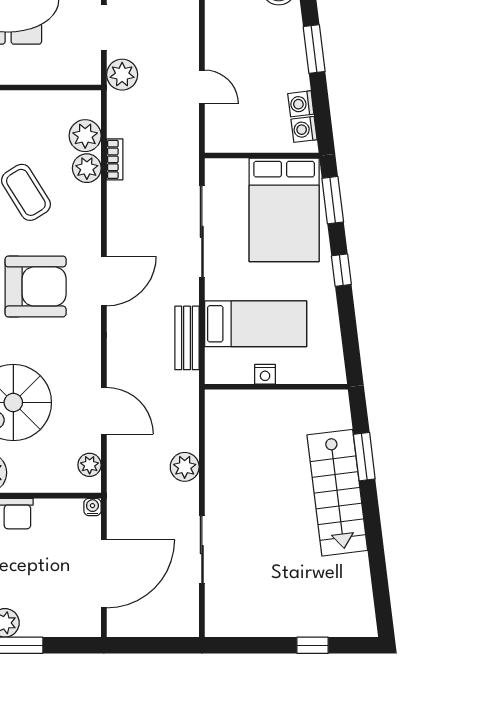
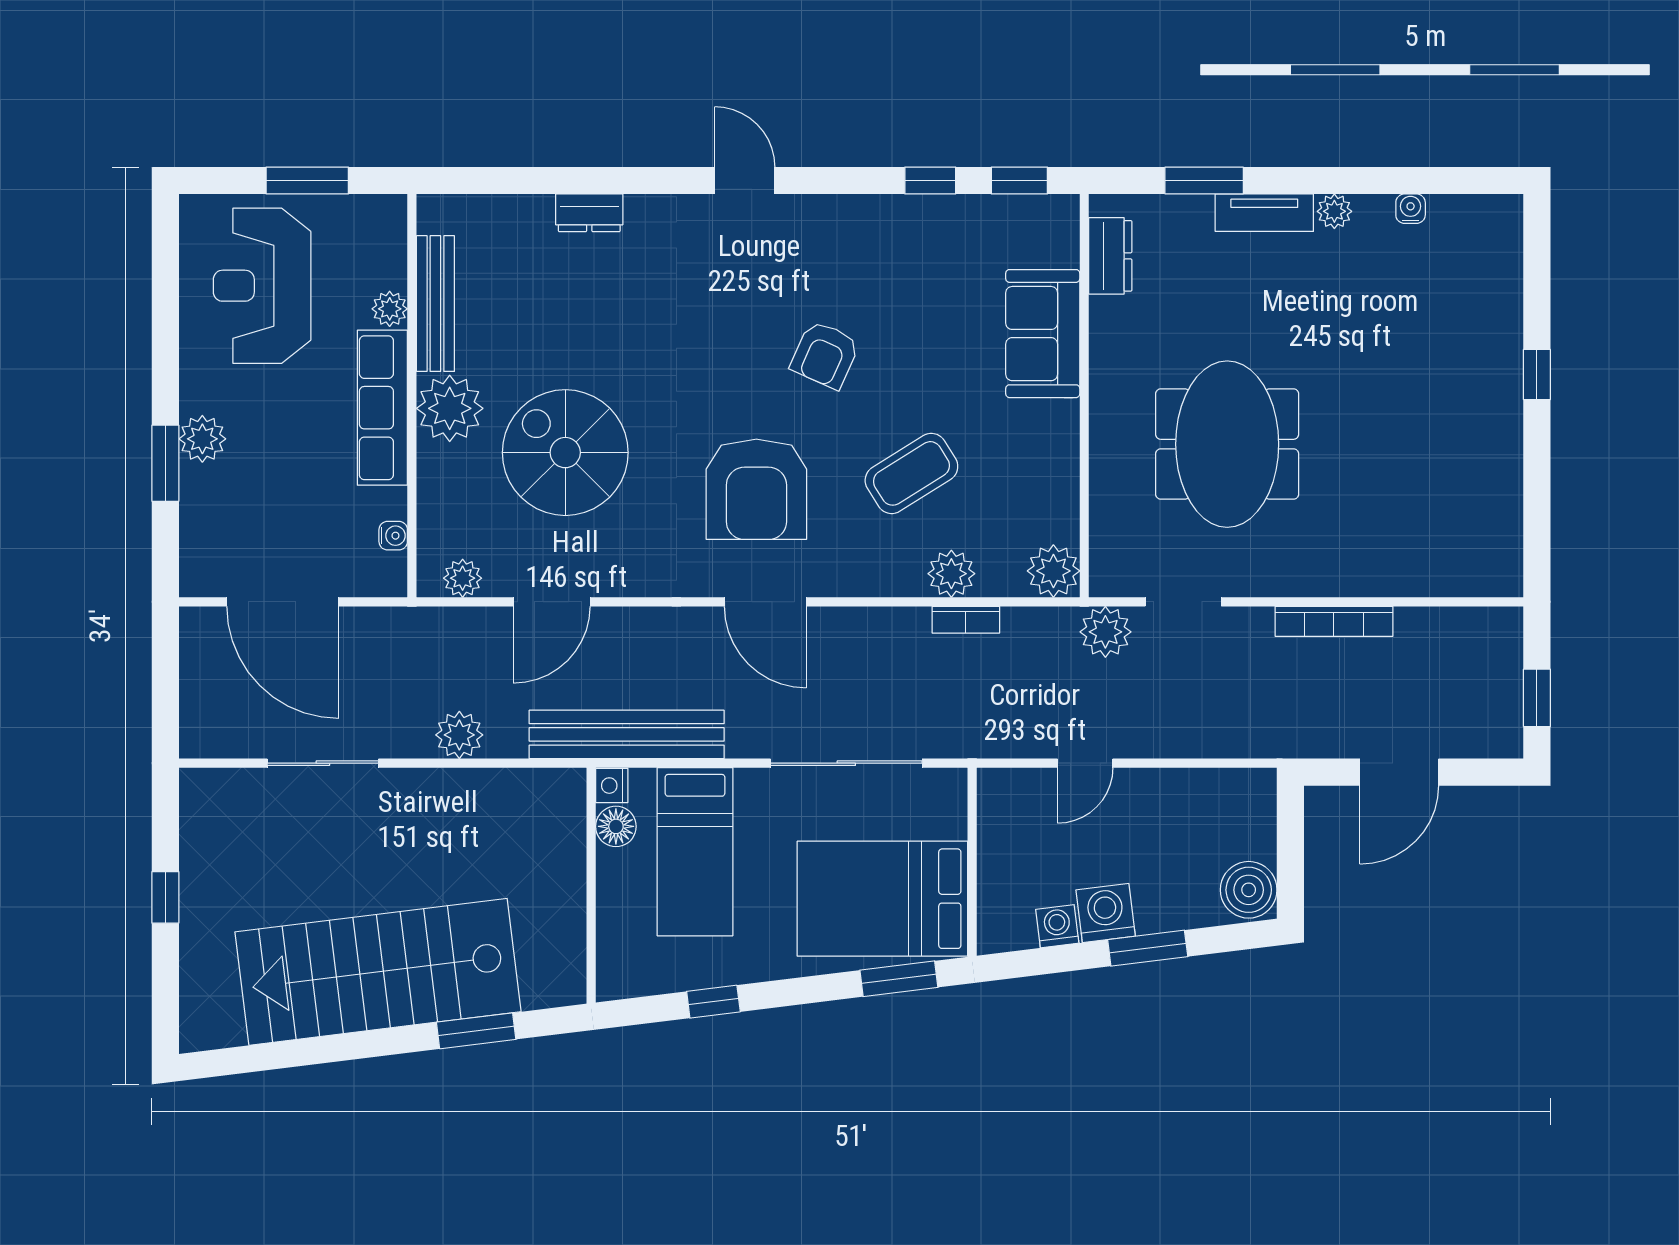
washing machine: (304, 129) -> (1106, 913), moved, width x1.38, depth x1.38
plant: (85, 136) -> (1053, 571), moved
window: (341, 270) -> (713, 1002), moved
bench: (187, 338) -> (627, 734), width x1.86, depth x1.21
floor lamp: (240, 372) -> (616, 826), added
nightstand: (265, 374) -> (612, 786), moved
stairs: (337, 493) -> (378, 972), width x1.36, depth x1.51
water cooler: (92, 507) -> (393, 536), moved
window: (313, 645) -> (165, 897), moved

